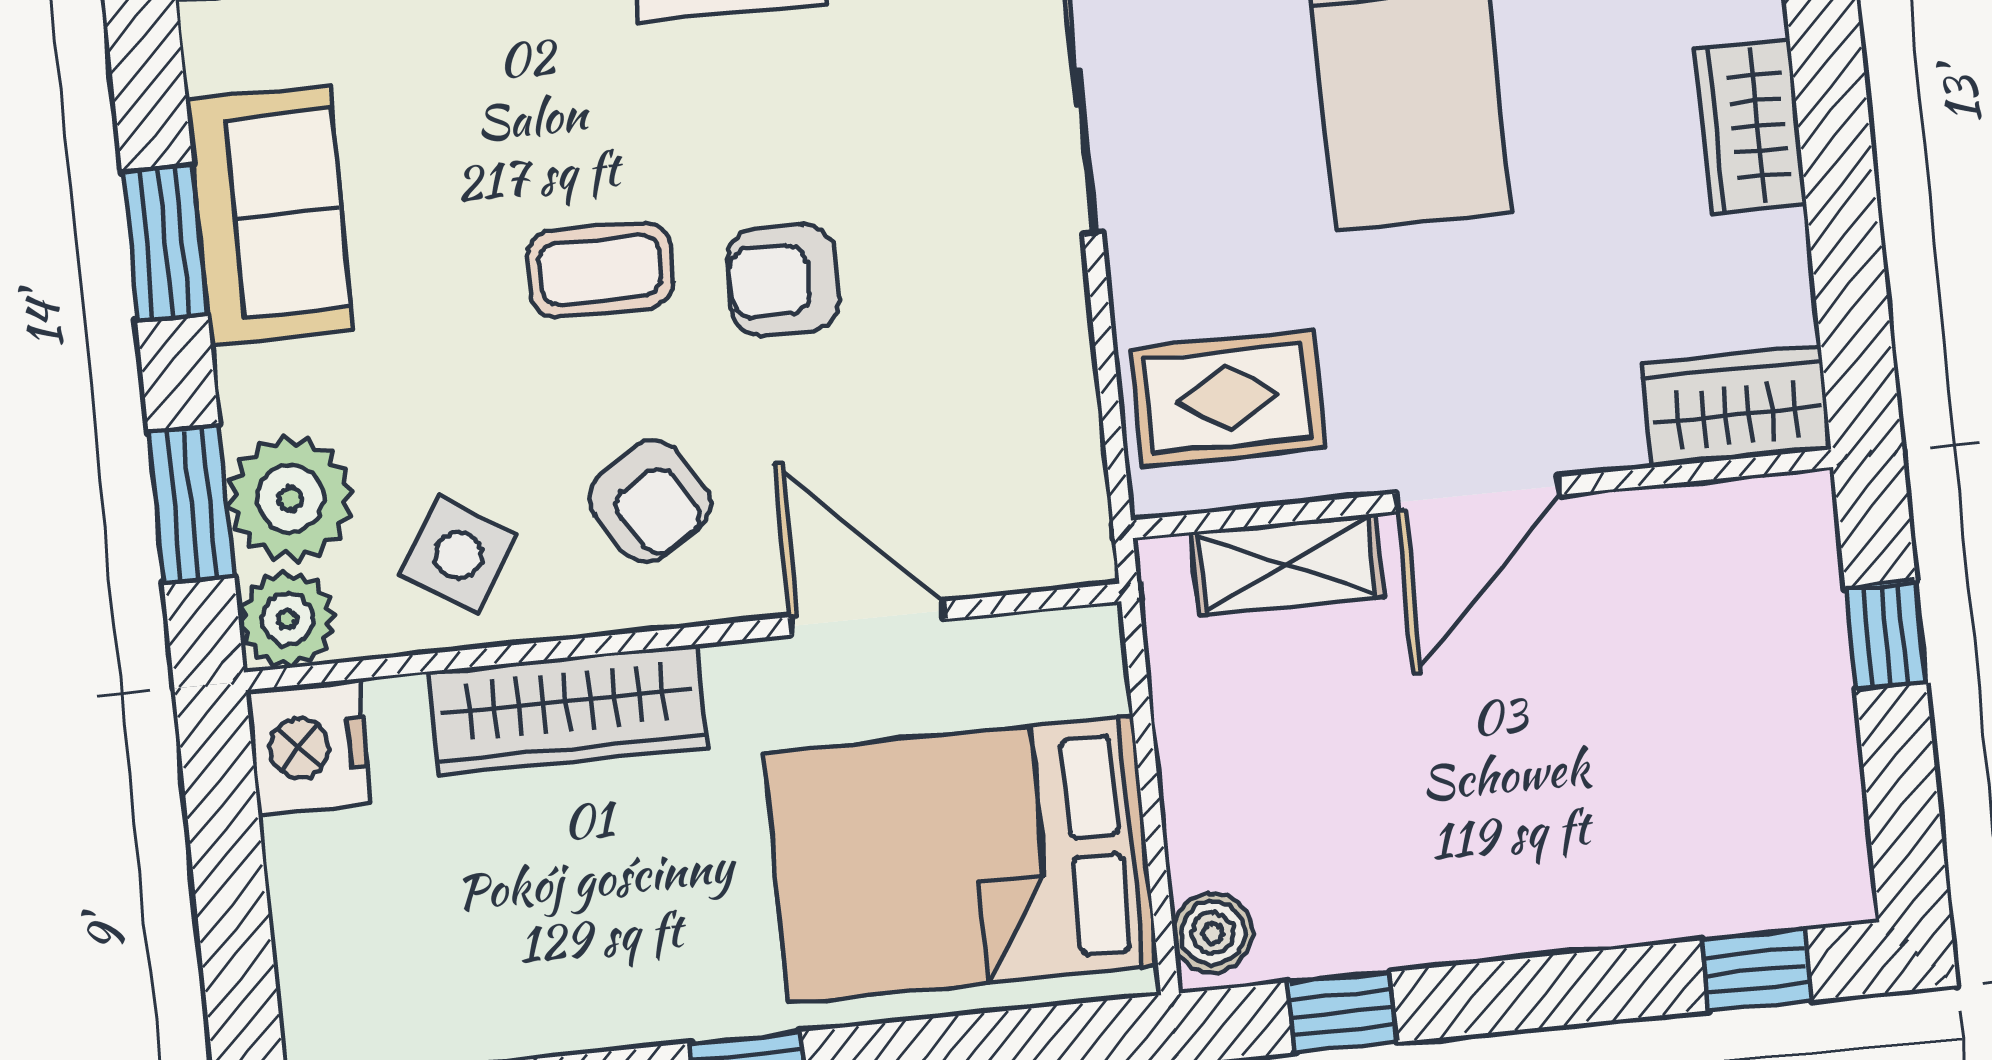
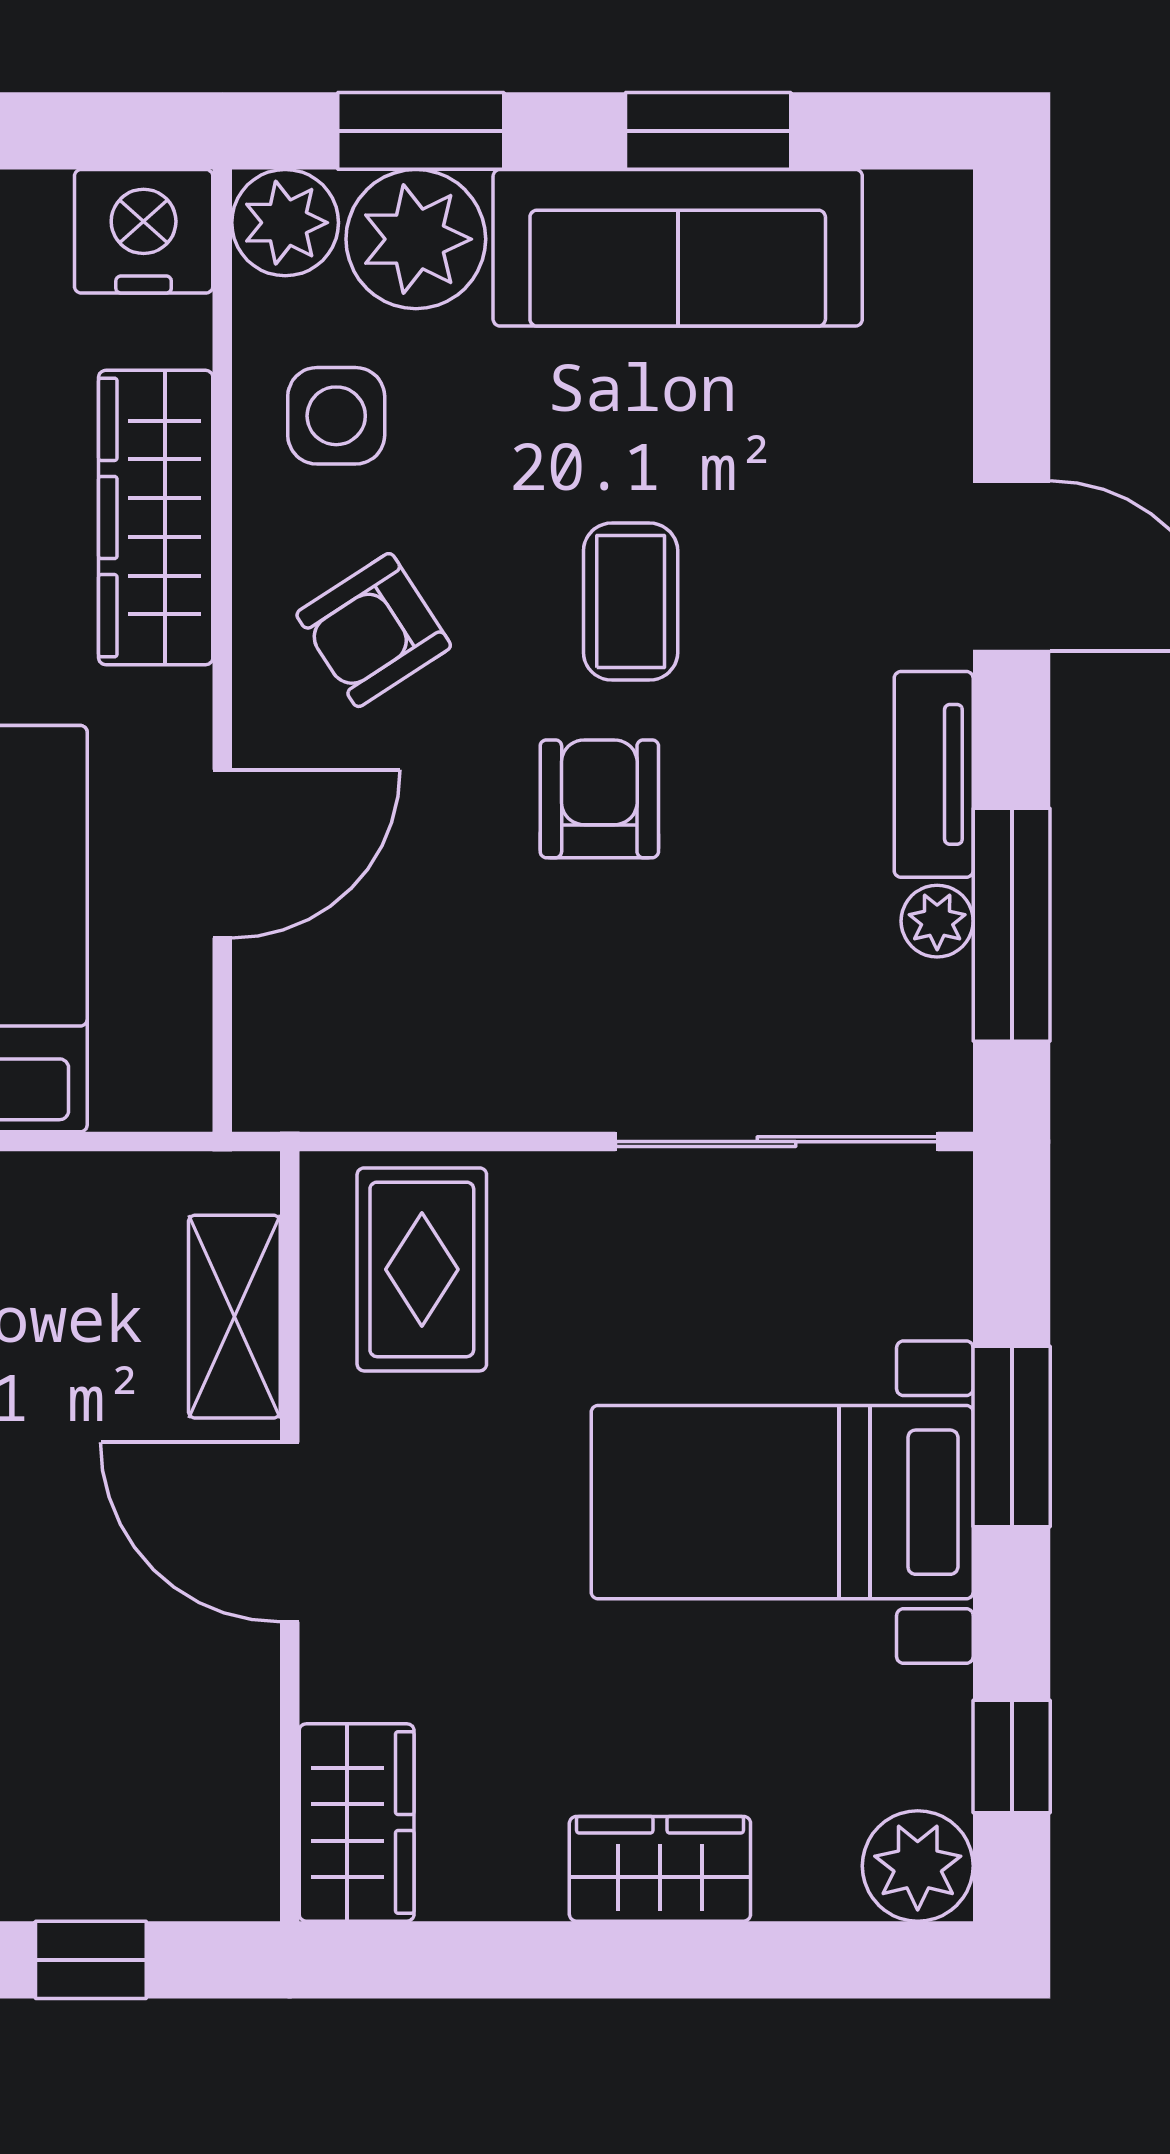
sofa: (269, 215) -> (678, 248), width x1.36
side table: (458, 555) -> (336, 416), turned -32

